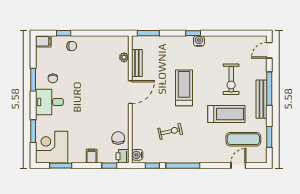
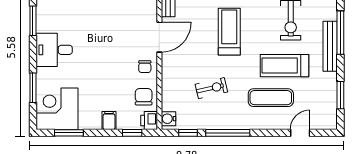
chair: (53, 78) -> (145, 67), moved
treadmill: (226, 114) -> (284, 66), turned 180
exercise mat: (243, 139) -> (271, 98), moved

